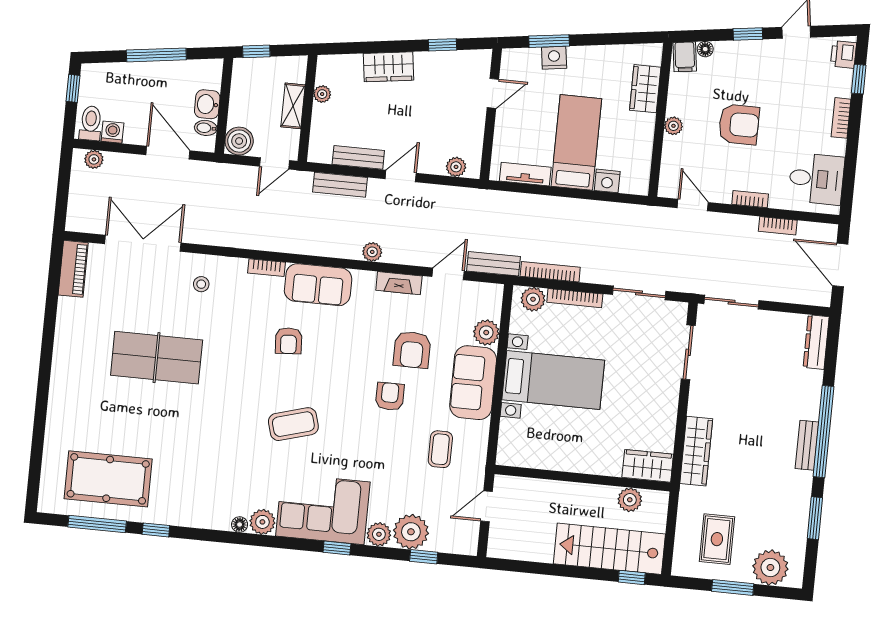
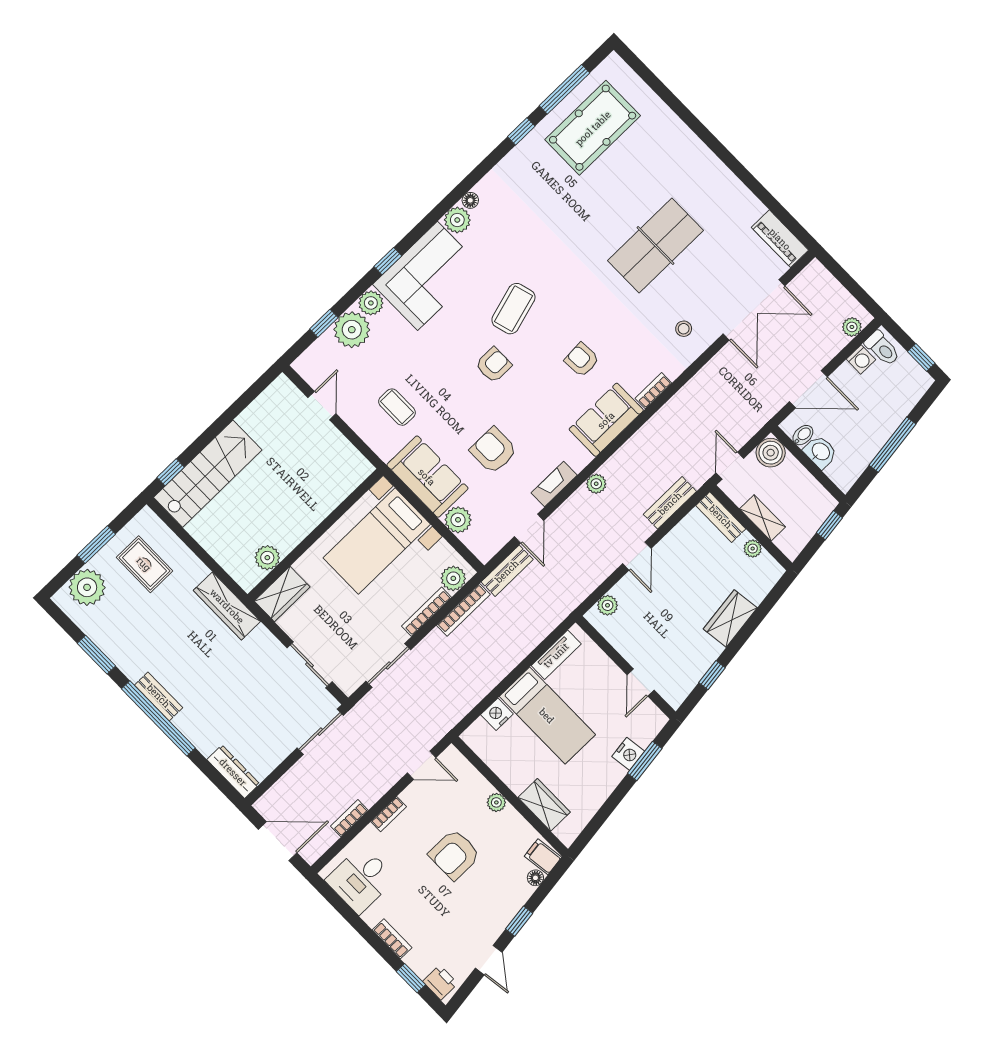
bench: (358, 157) -> (721, 517), moved, turned 90
armchair: (390, 396) -> (493, 365), moved, turned -90
wardrobe: (648, 466) -> (282, 594), moved
wall: (583, 478) -> (315, 535), moved
plant: (630, 500) -> (267, 558), moved

